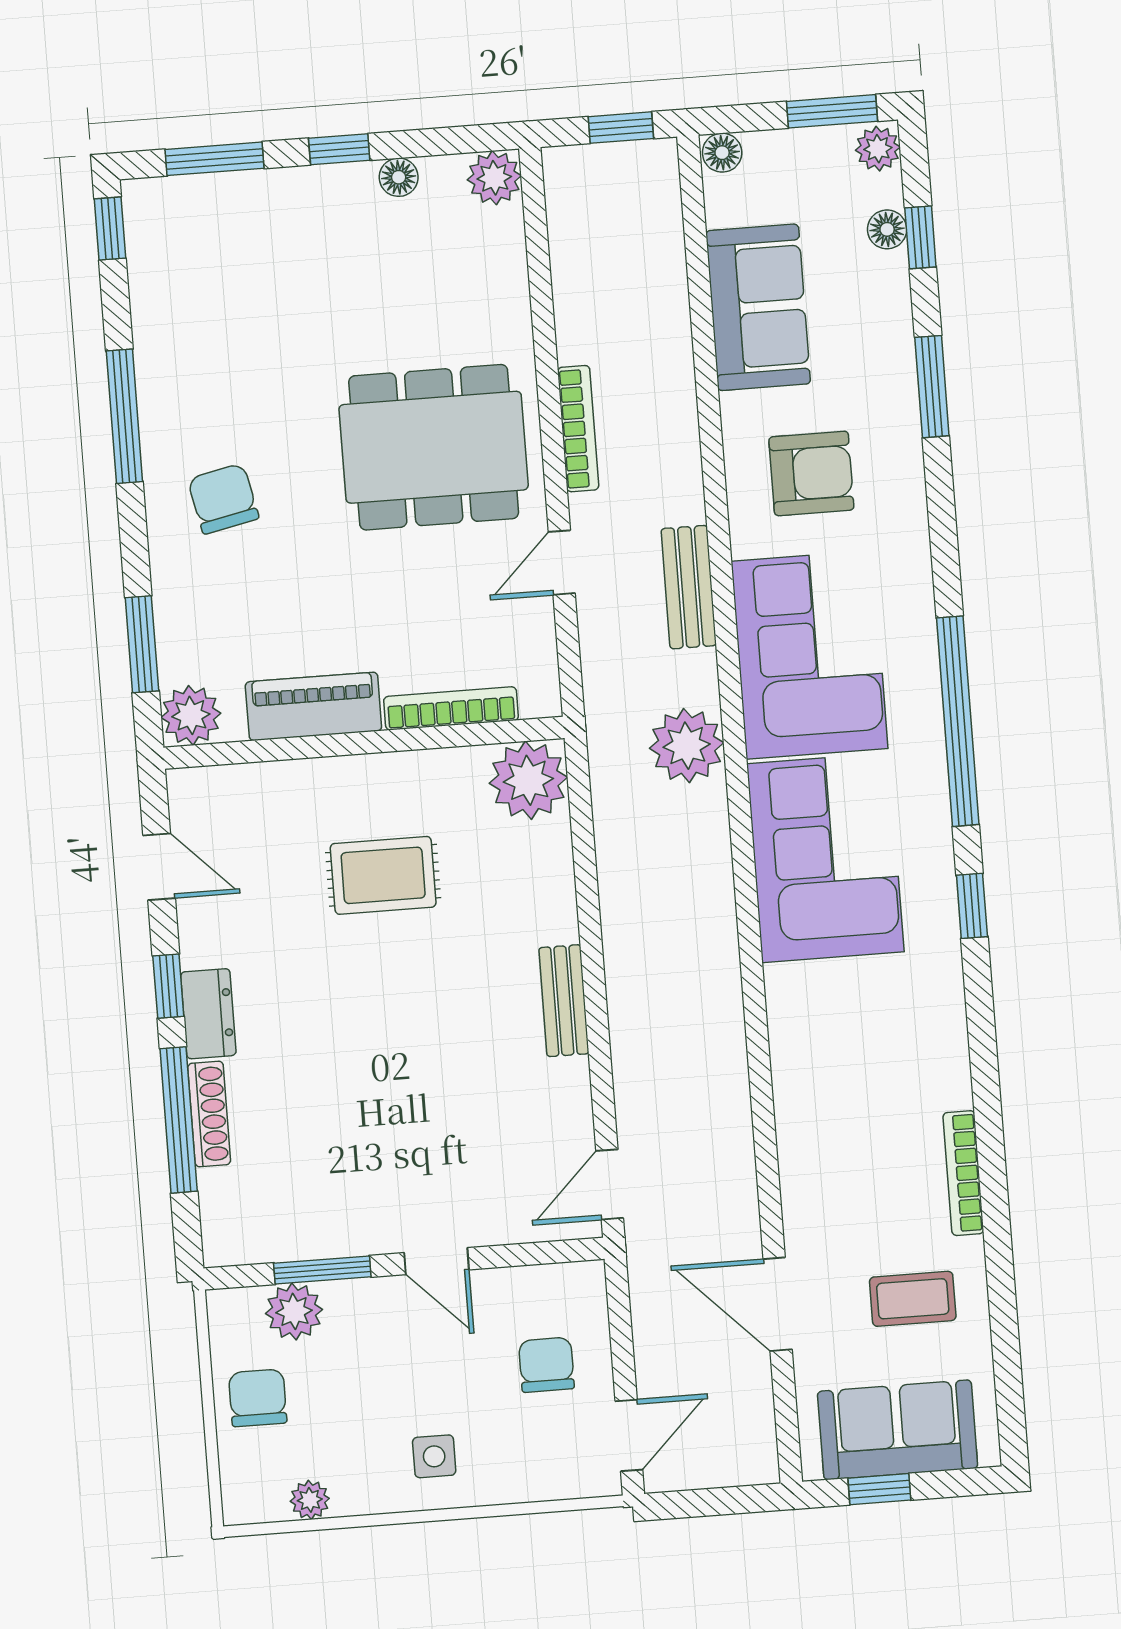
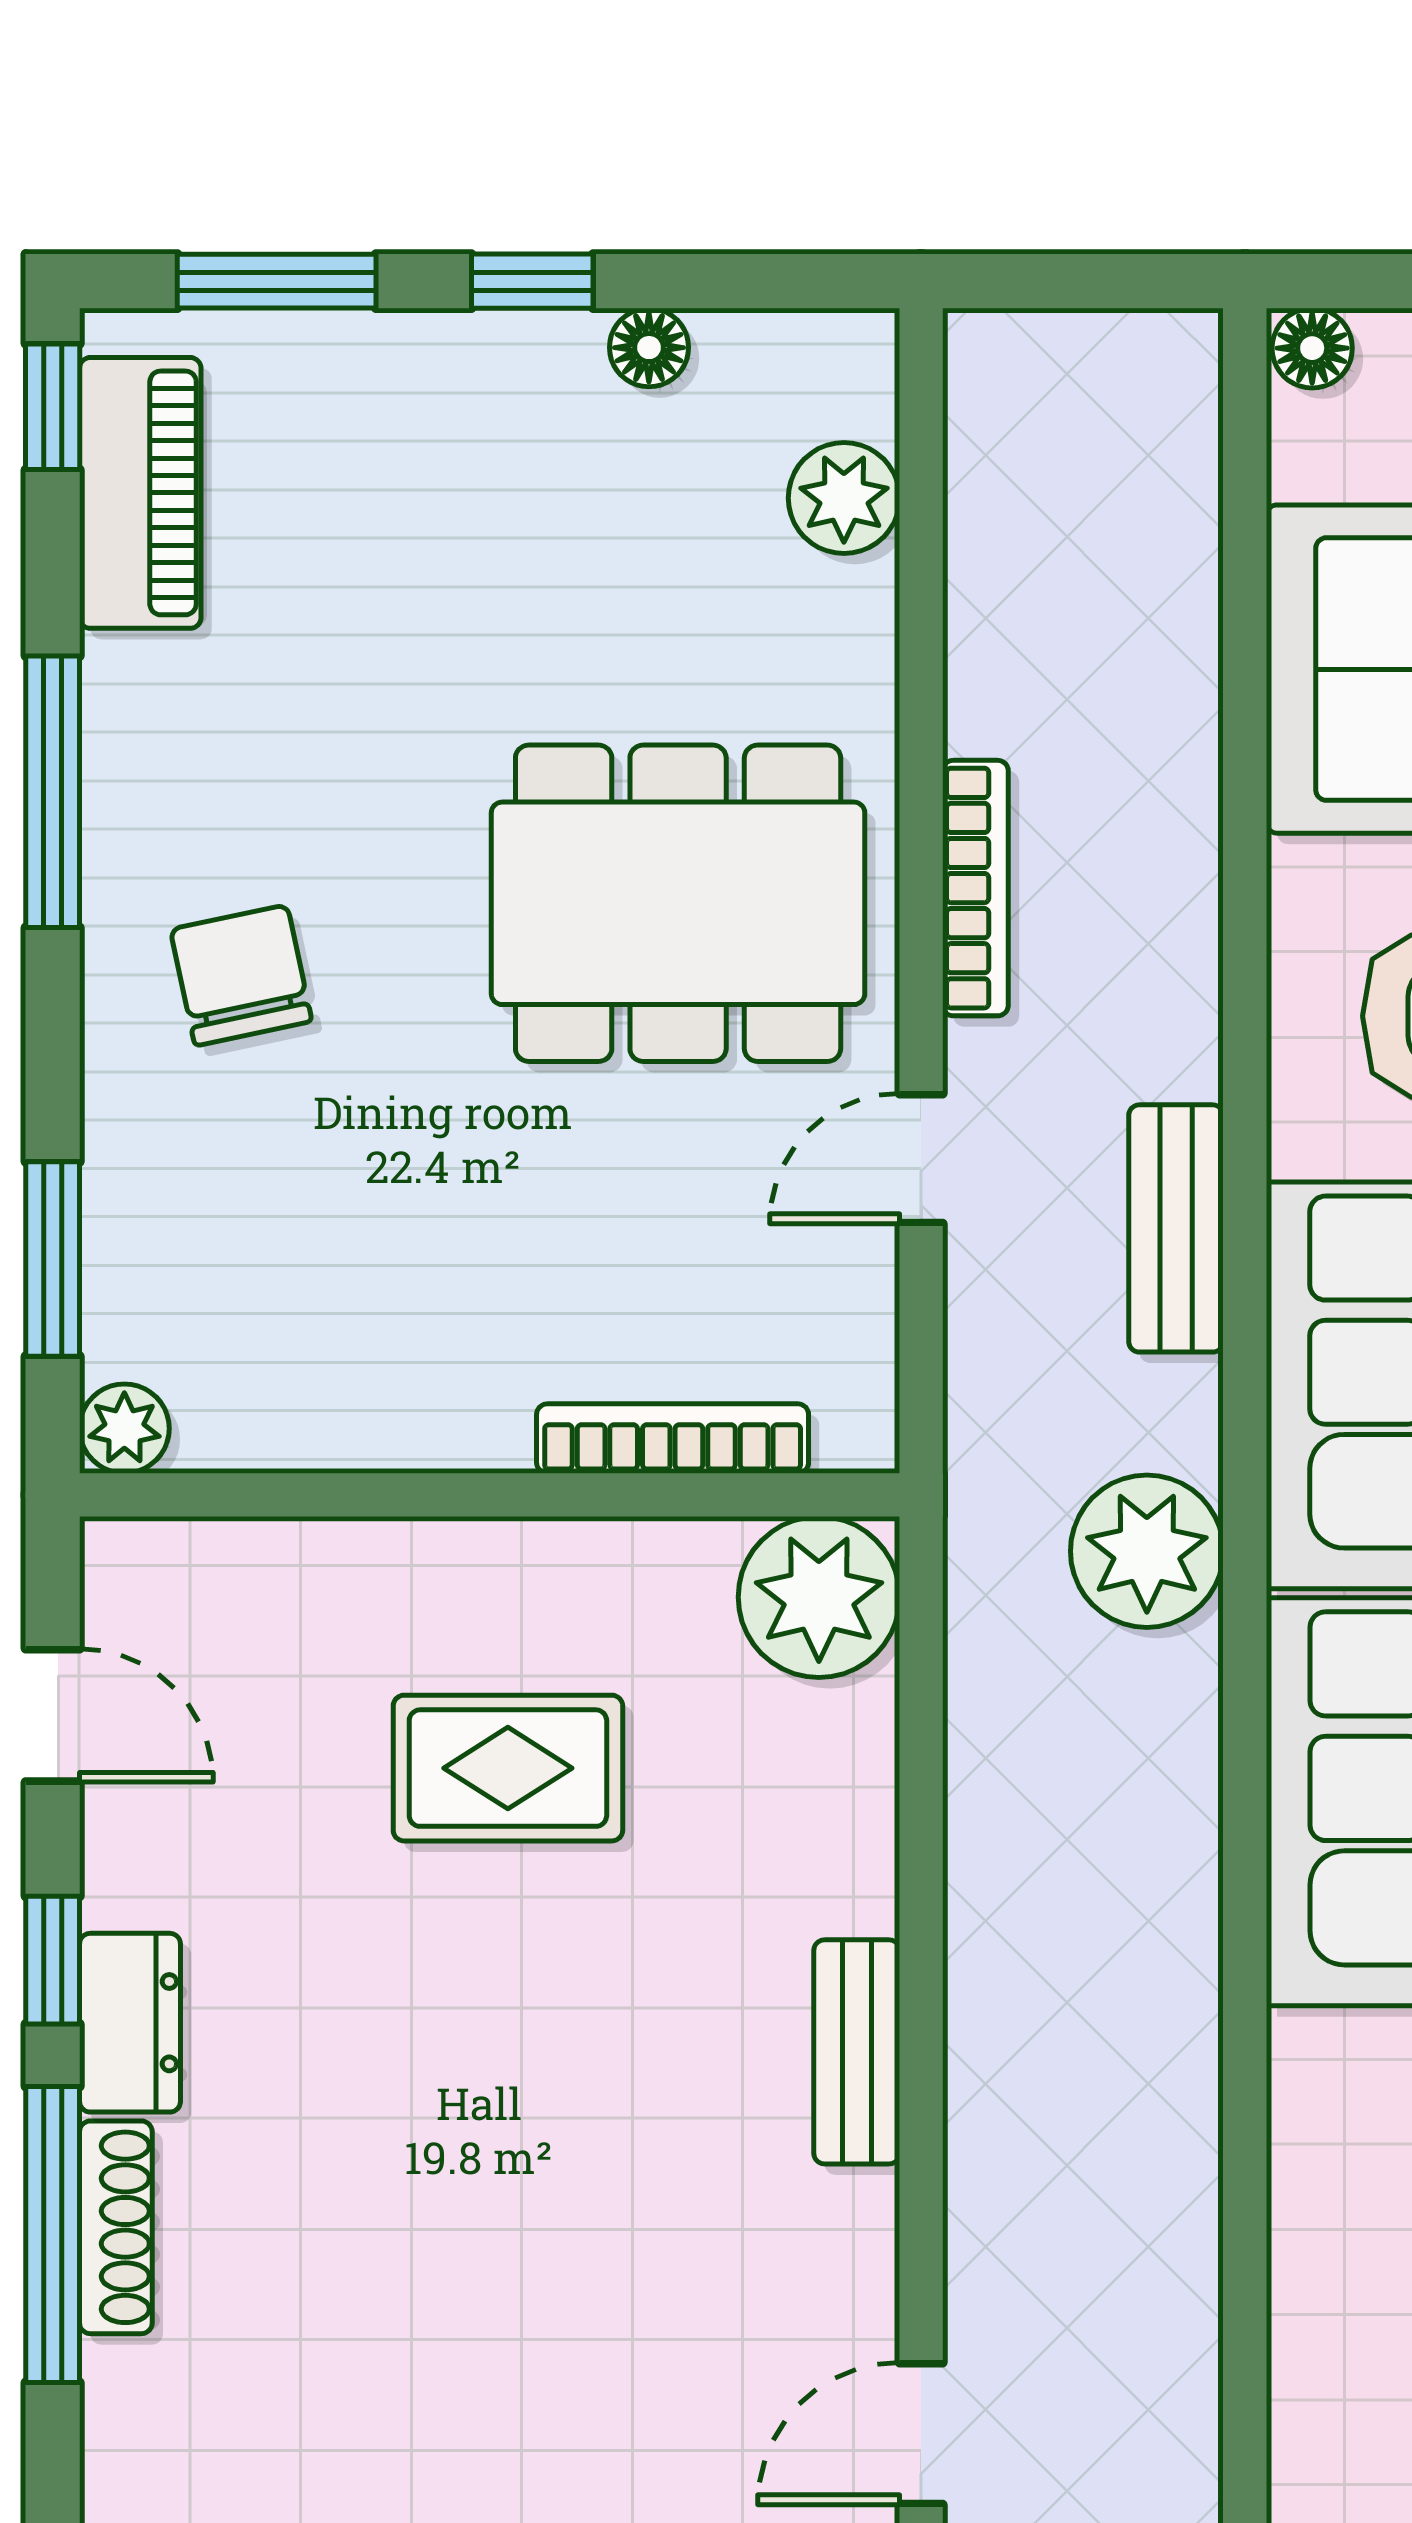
window: (621, 128) -> (1110, 281), removed
plant: (494, 178) -> (844, 498), moved
piano: (313, 706) -> (140, 493), moved, turned 90
plant: (191, 715) -> (124, 1429), width x0.73, depth x0.73

